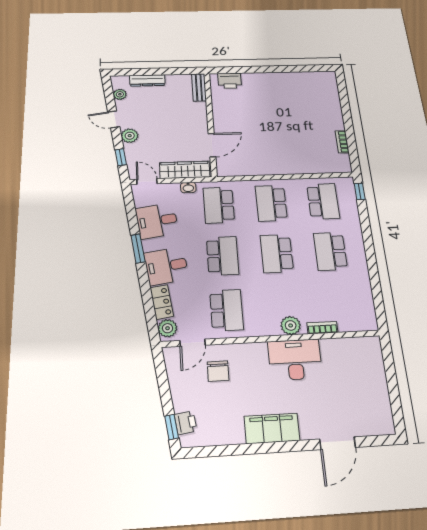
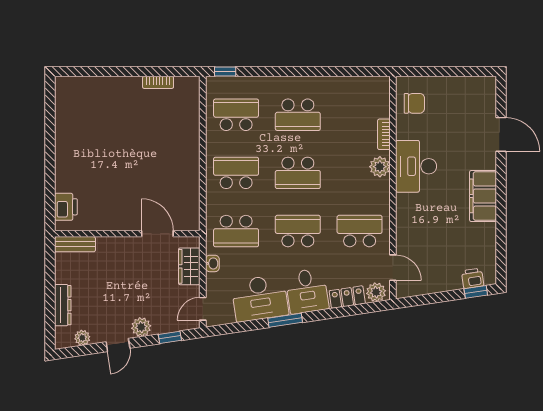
wardrobe: (185, 170) -> (189, 266), width x0.67
school desk: (271, 203) -> (236, 173), turned 180
desk: (157, 221) -> (260, 298), width x1.37
chair: (218, 371) -> (414, 103), moved

